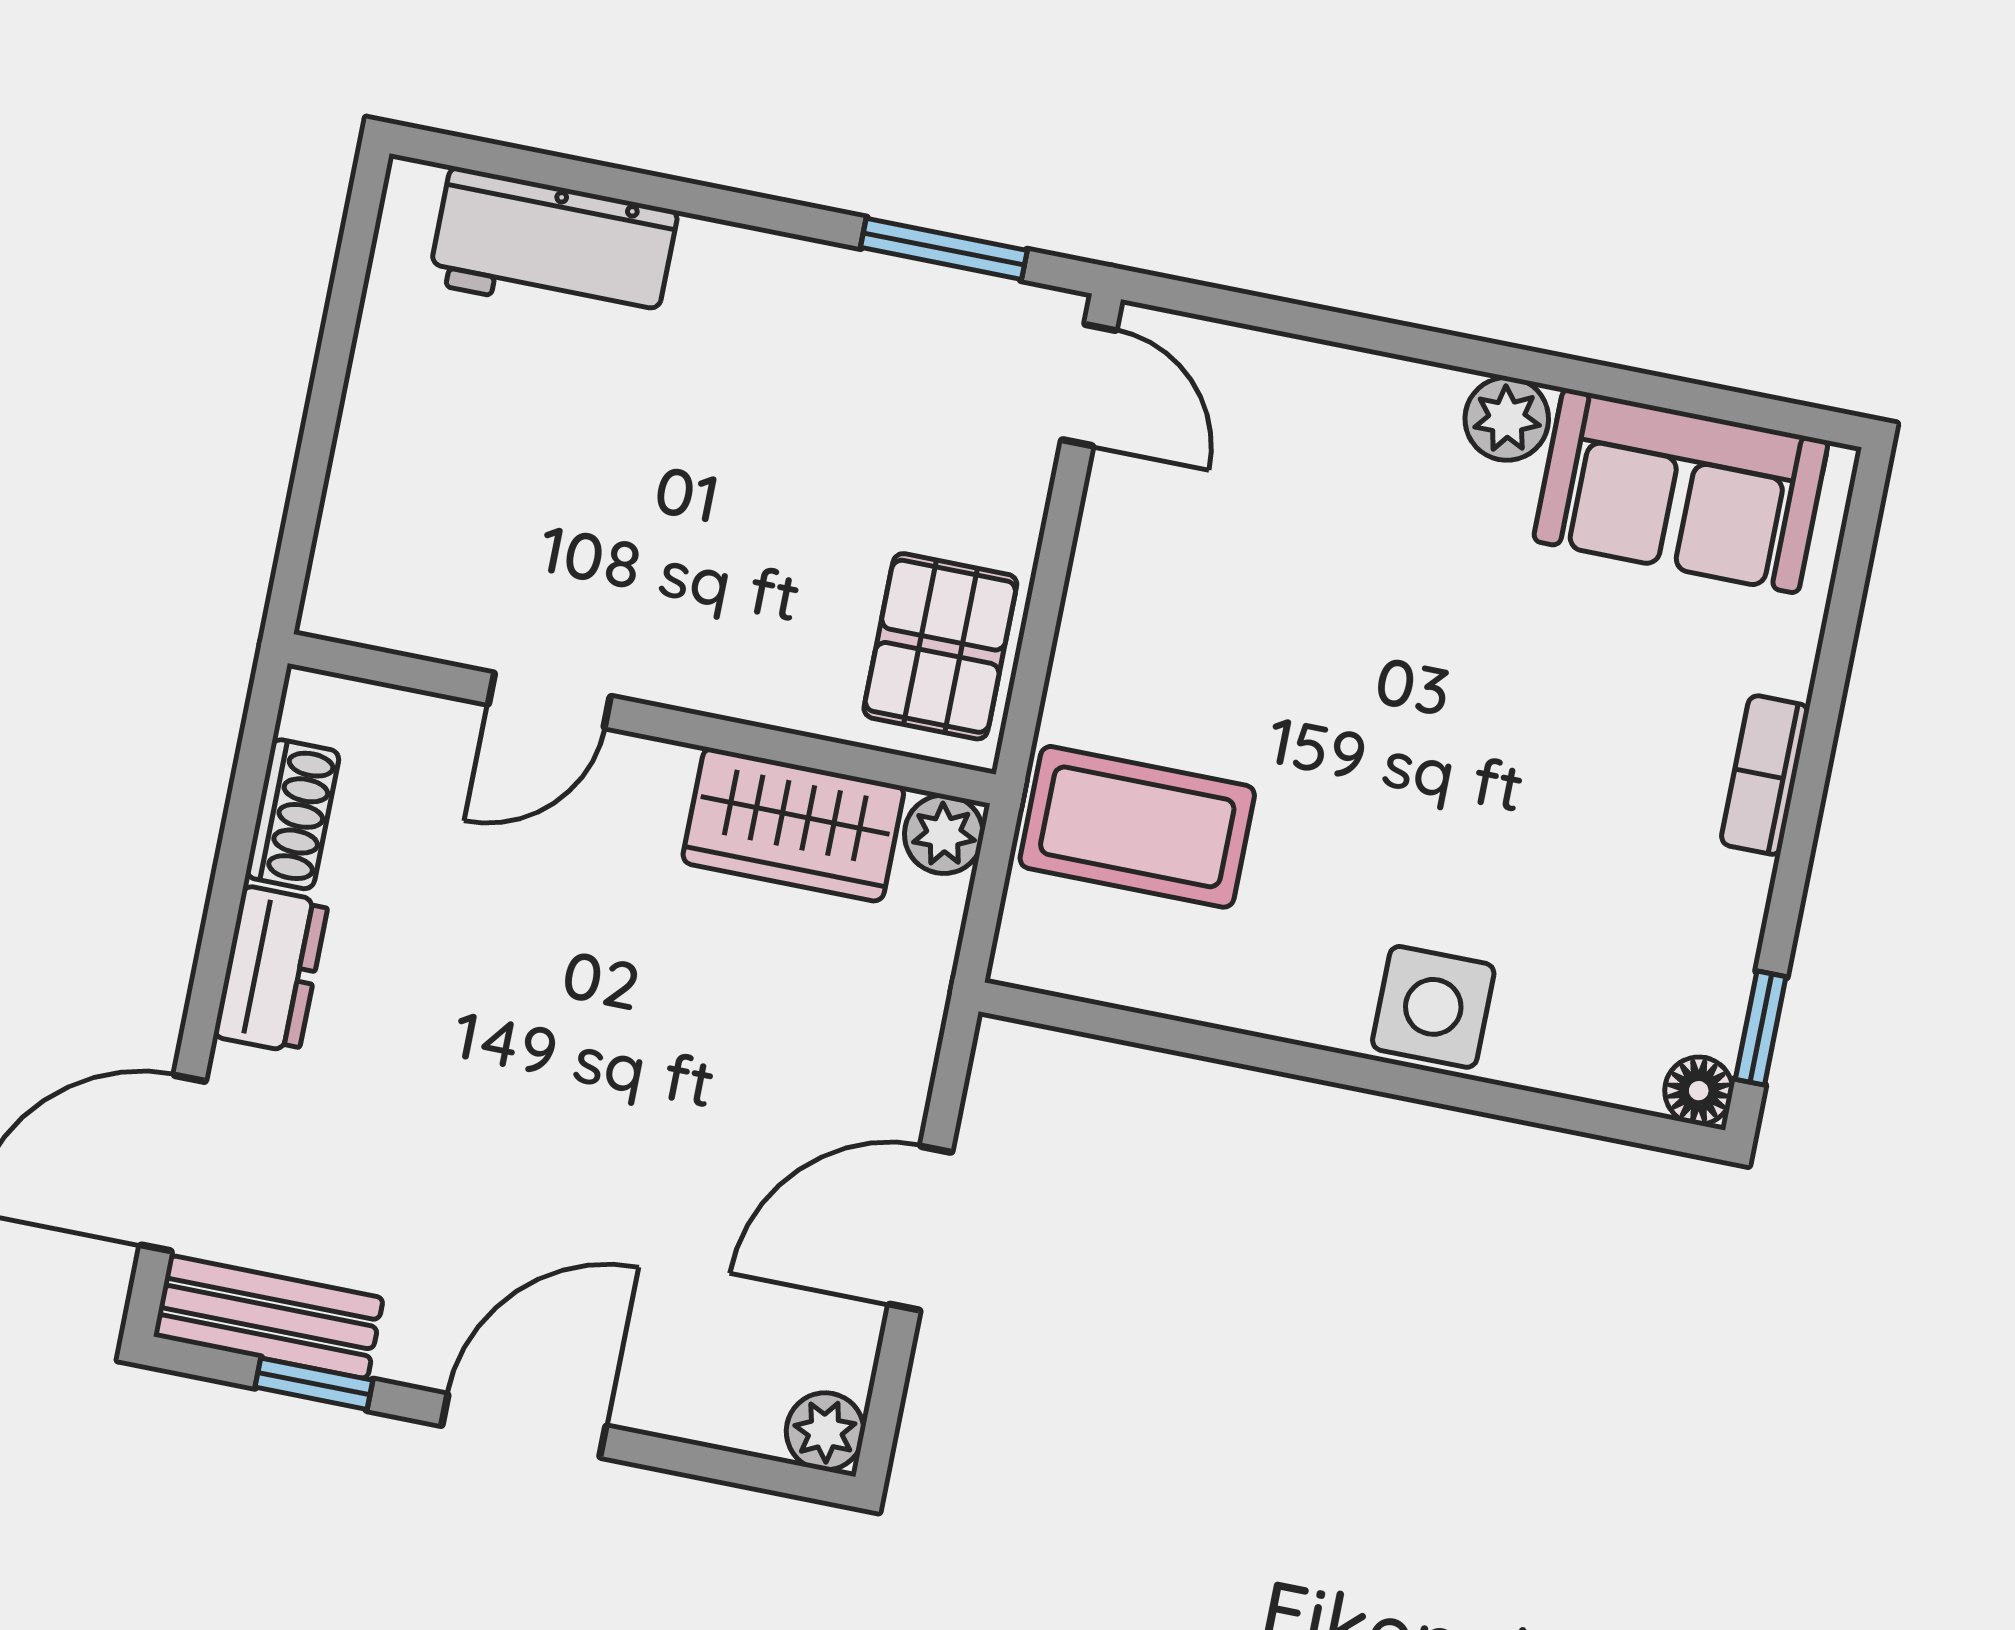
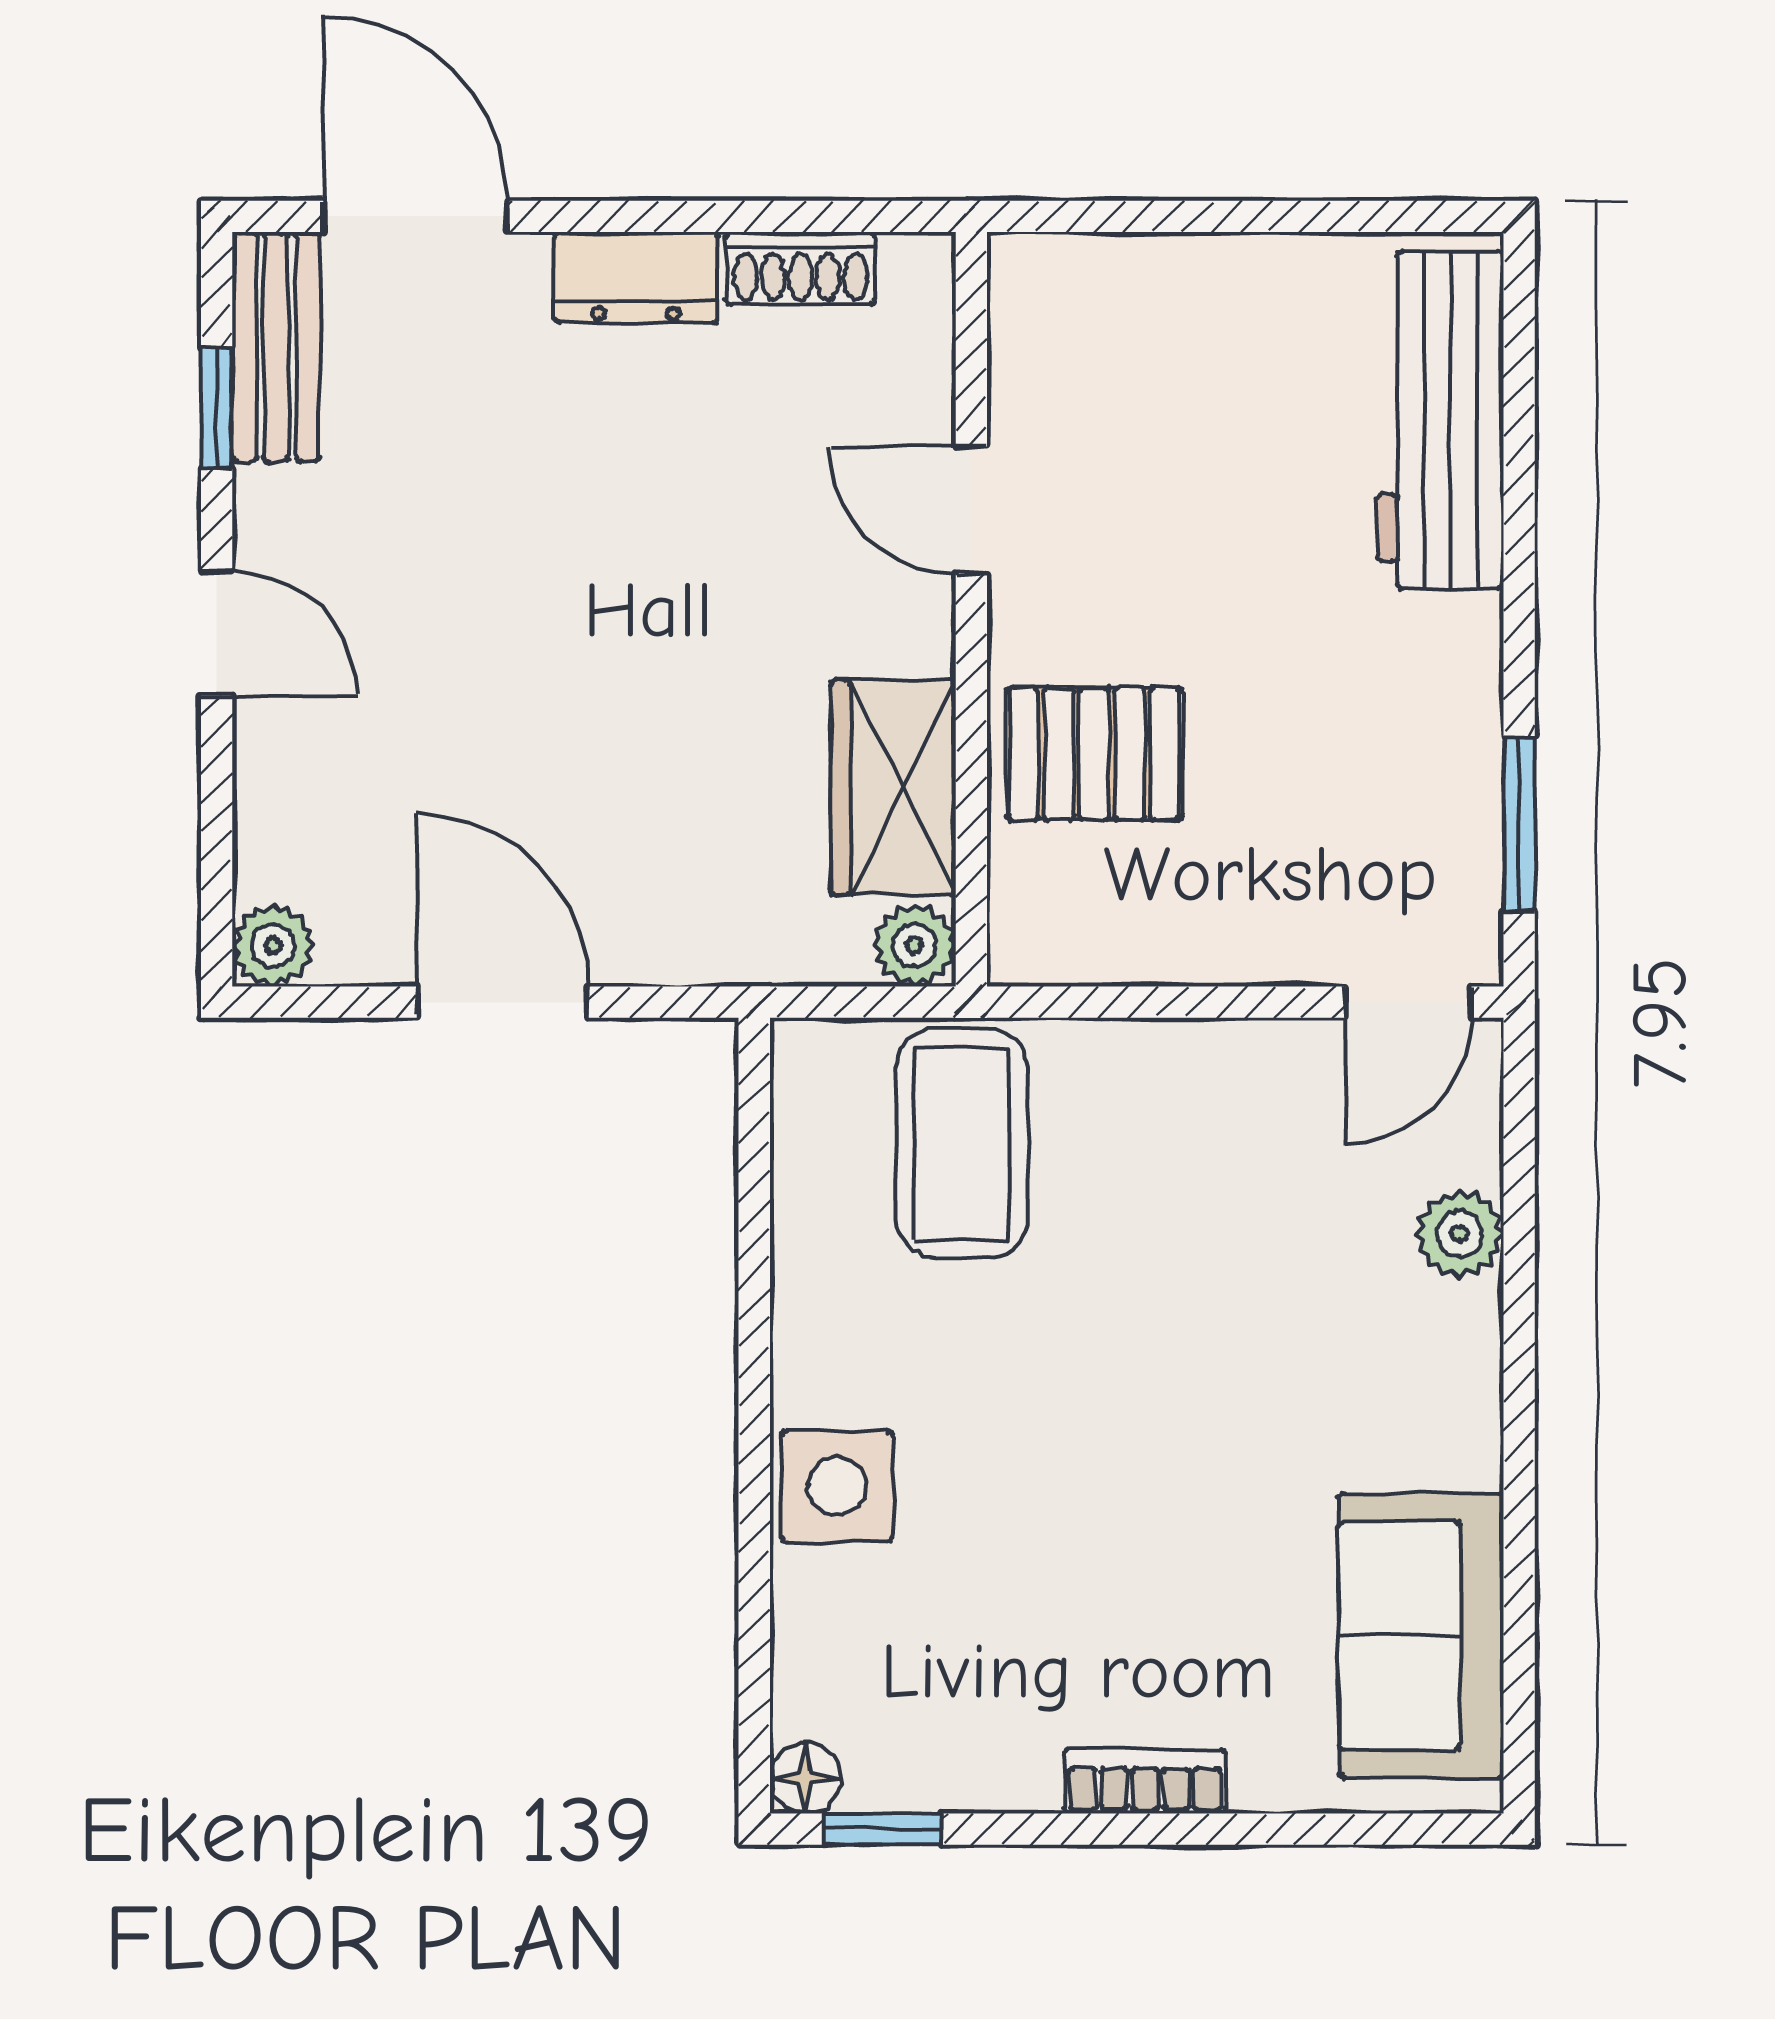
workbench: (553, 247) -> (1440, 420), width x1.37
plant: (1507, 419) -> (1460, 1234), moved
pallet: (940, 646) -> (1094, 754), moved
door: (524, 1426) -> (217, 633), width x0.73

